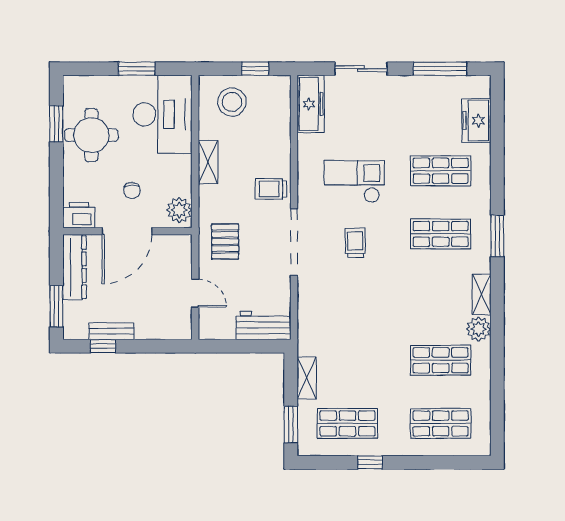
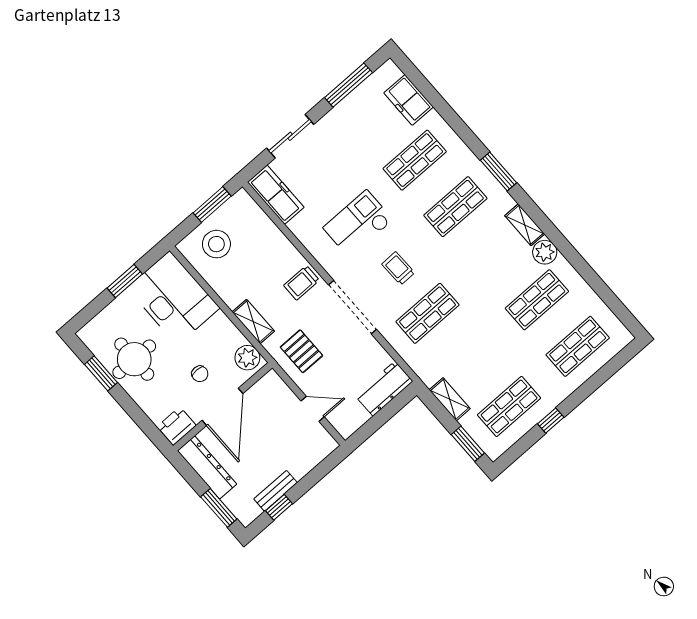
window: (255, 69) -> (212, 205), width x1.50
shelving: (208, 162) -> (253, 322), moved
shop shelf: (347, 297) -> (428, 313), added

